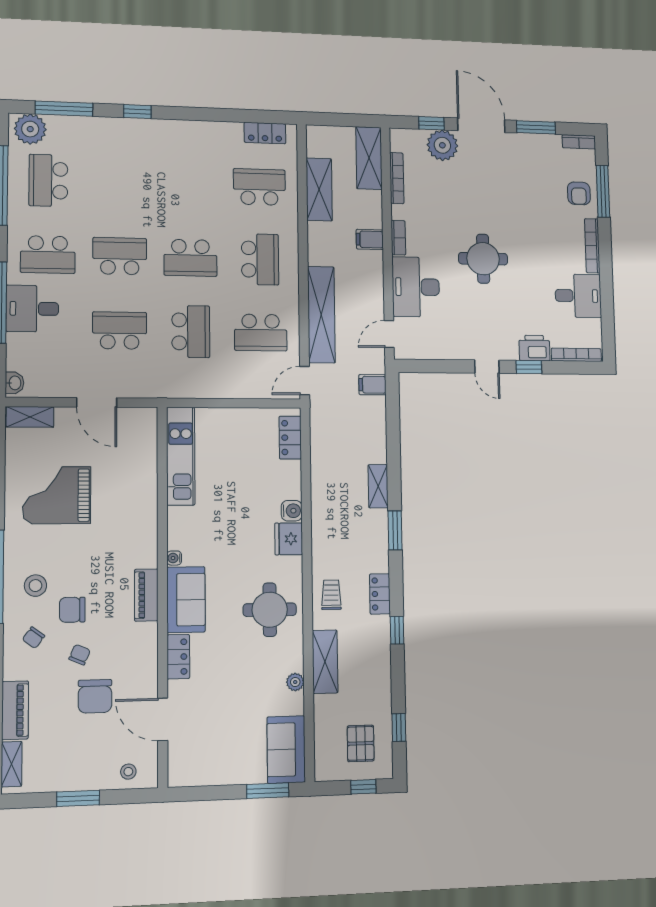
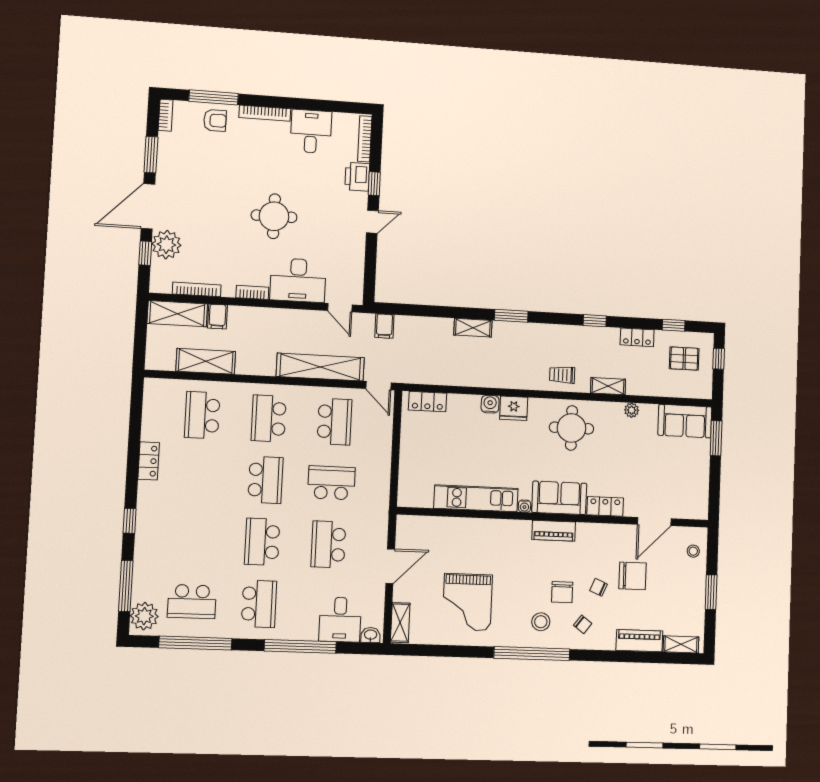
locker: (265, 133) -> (149, 461), moved
filing cabinet: (370, 239) -> (217, 317), moved
school desk: (260, 259) -> (269, 418), turned -90
desk: (32, 309) -> (340, 620), moved
kitchen unit: (181, 456) -> (476, 498), moved
locker: (380, 594) -> (637, 337), moved
shelving: (325, 662) -> (608, 386), width x0.67, depth x0.75

